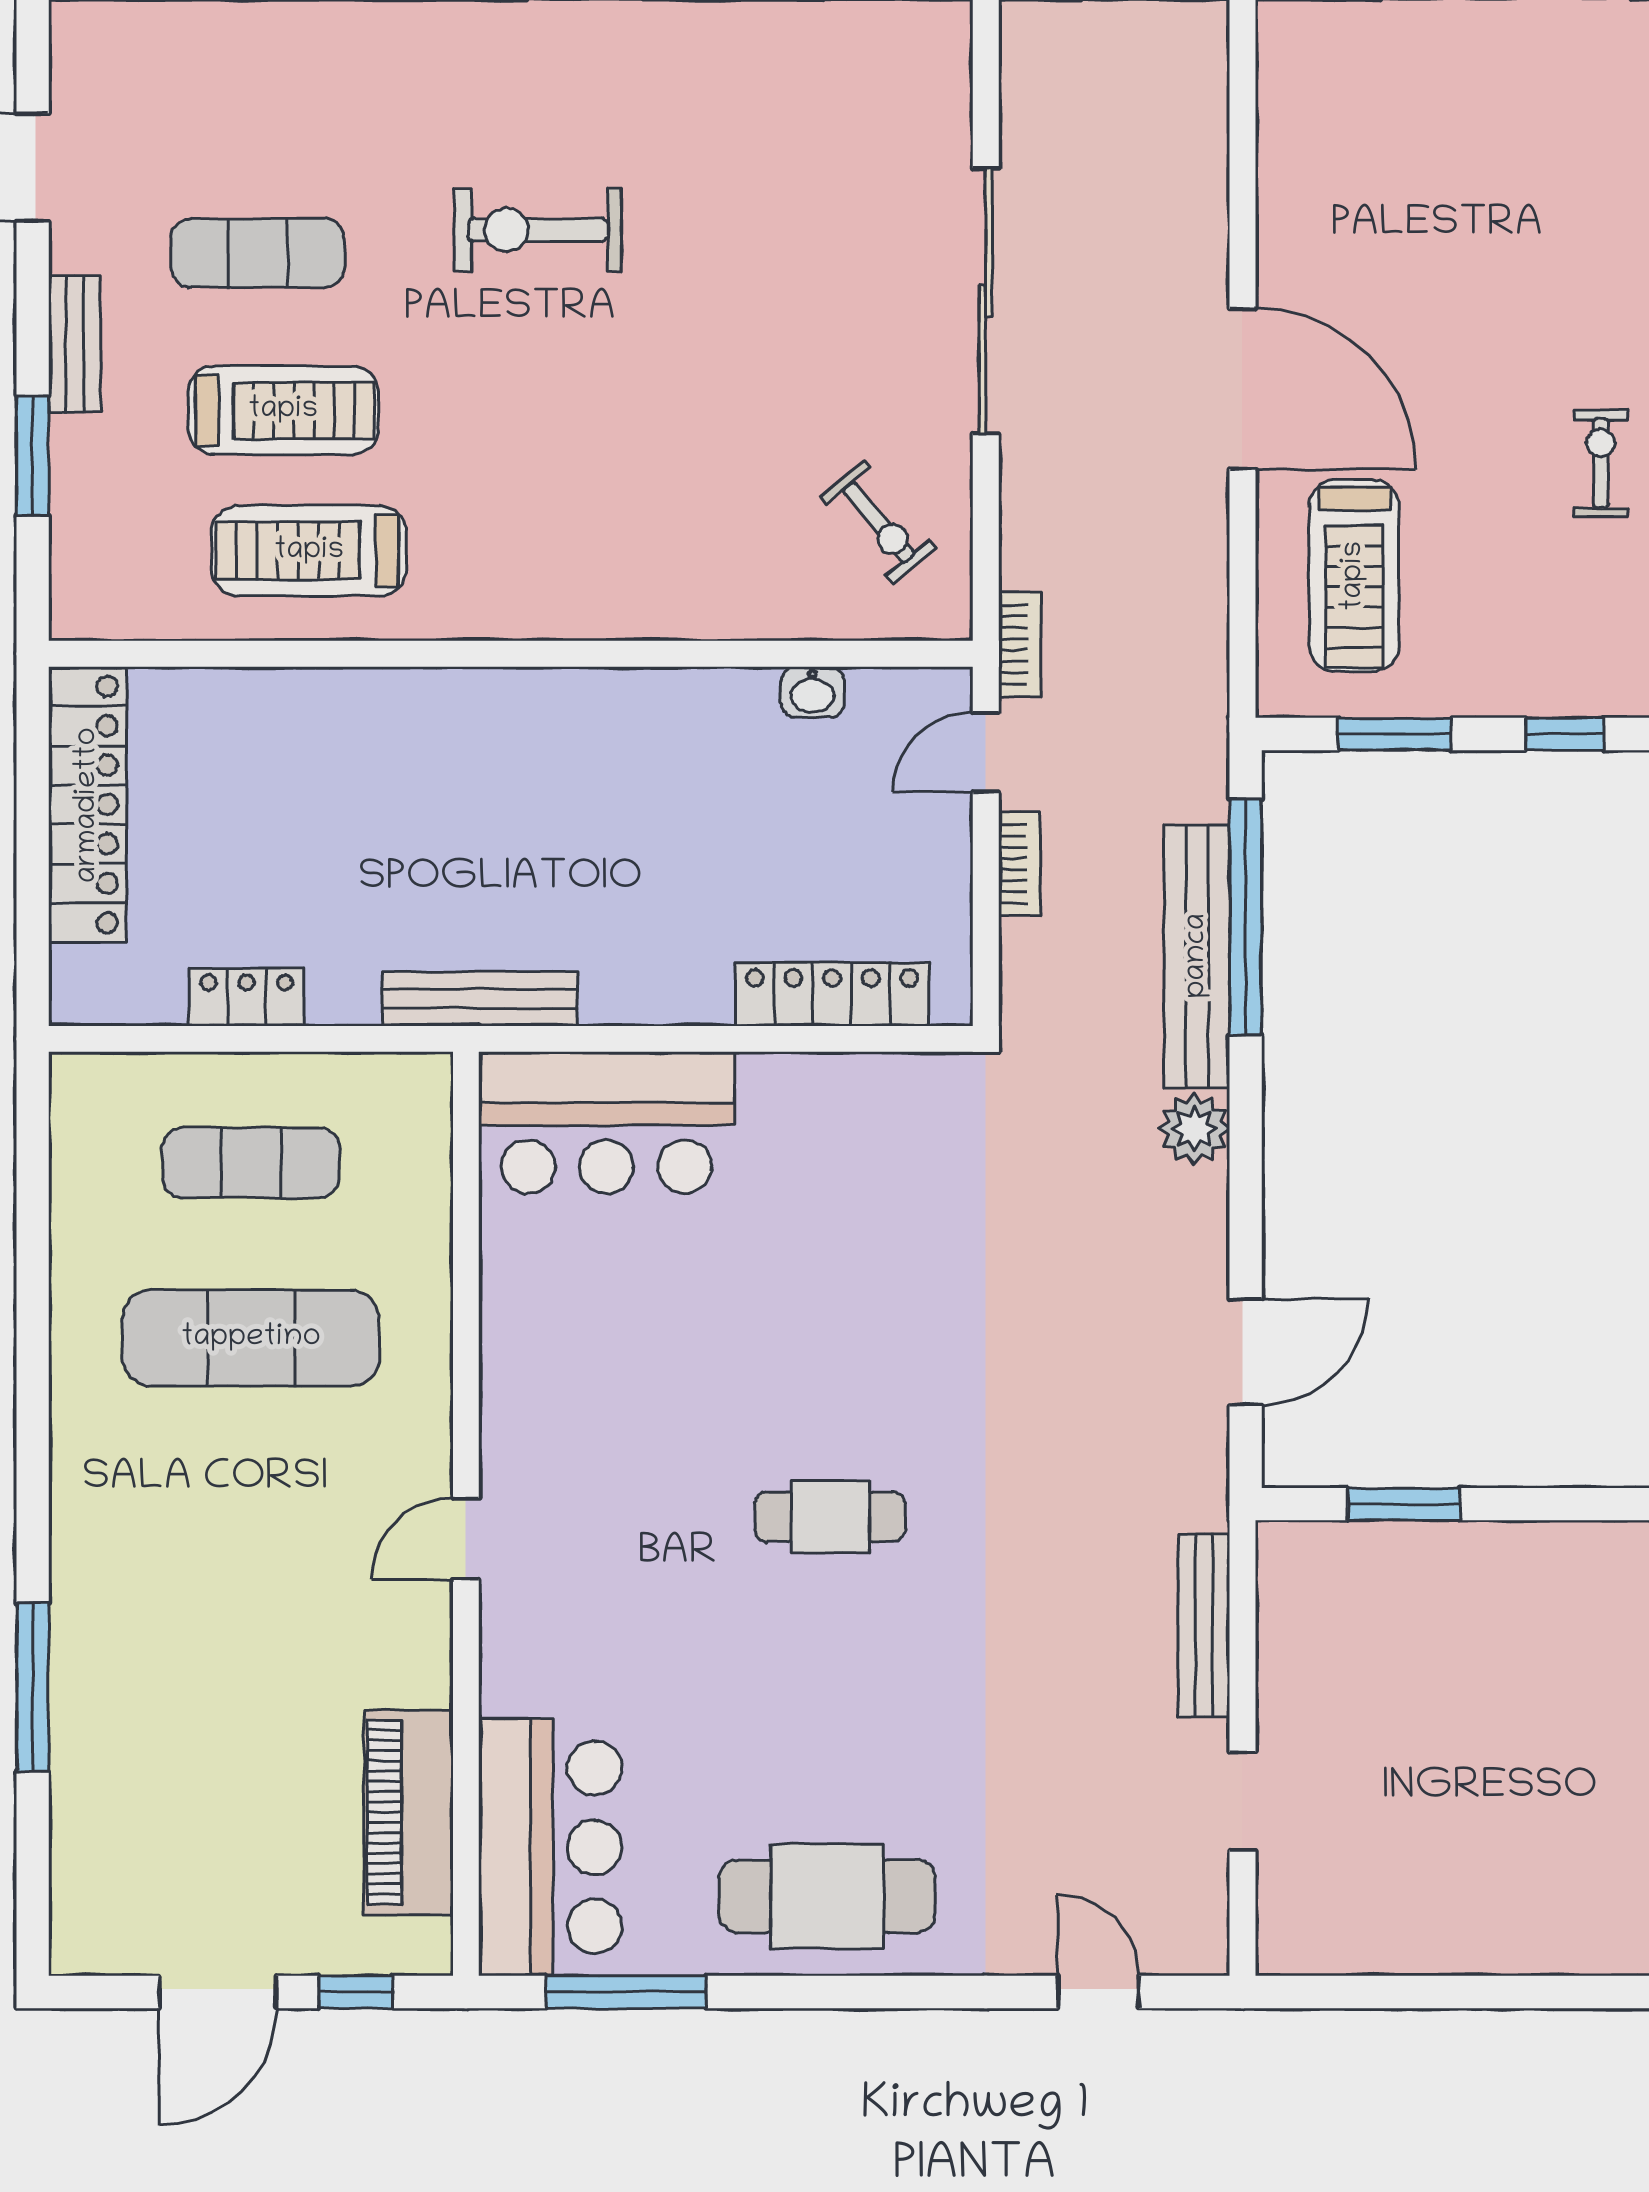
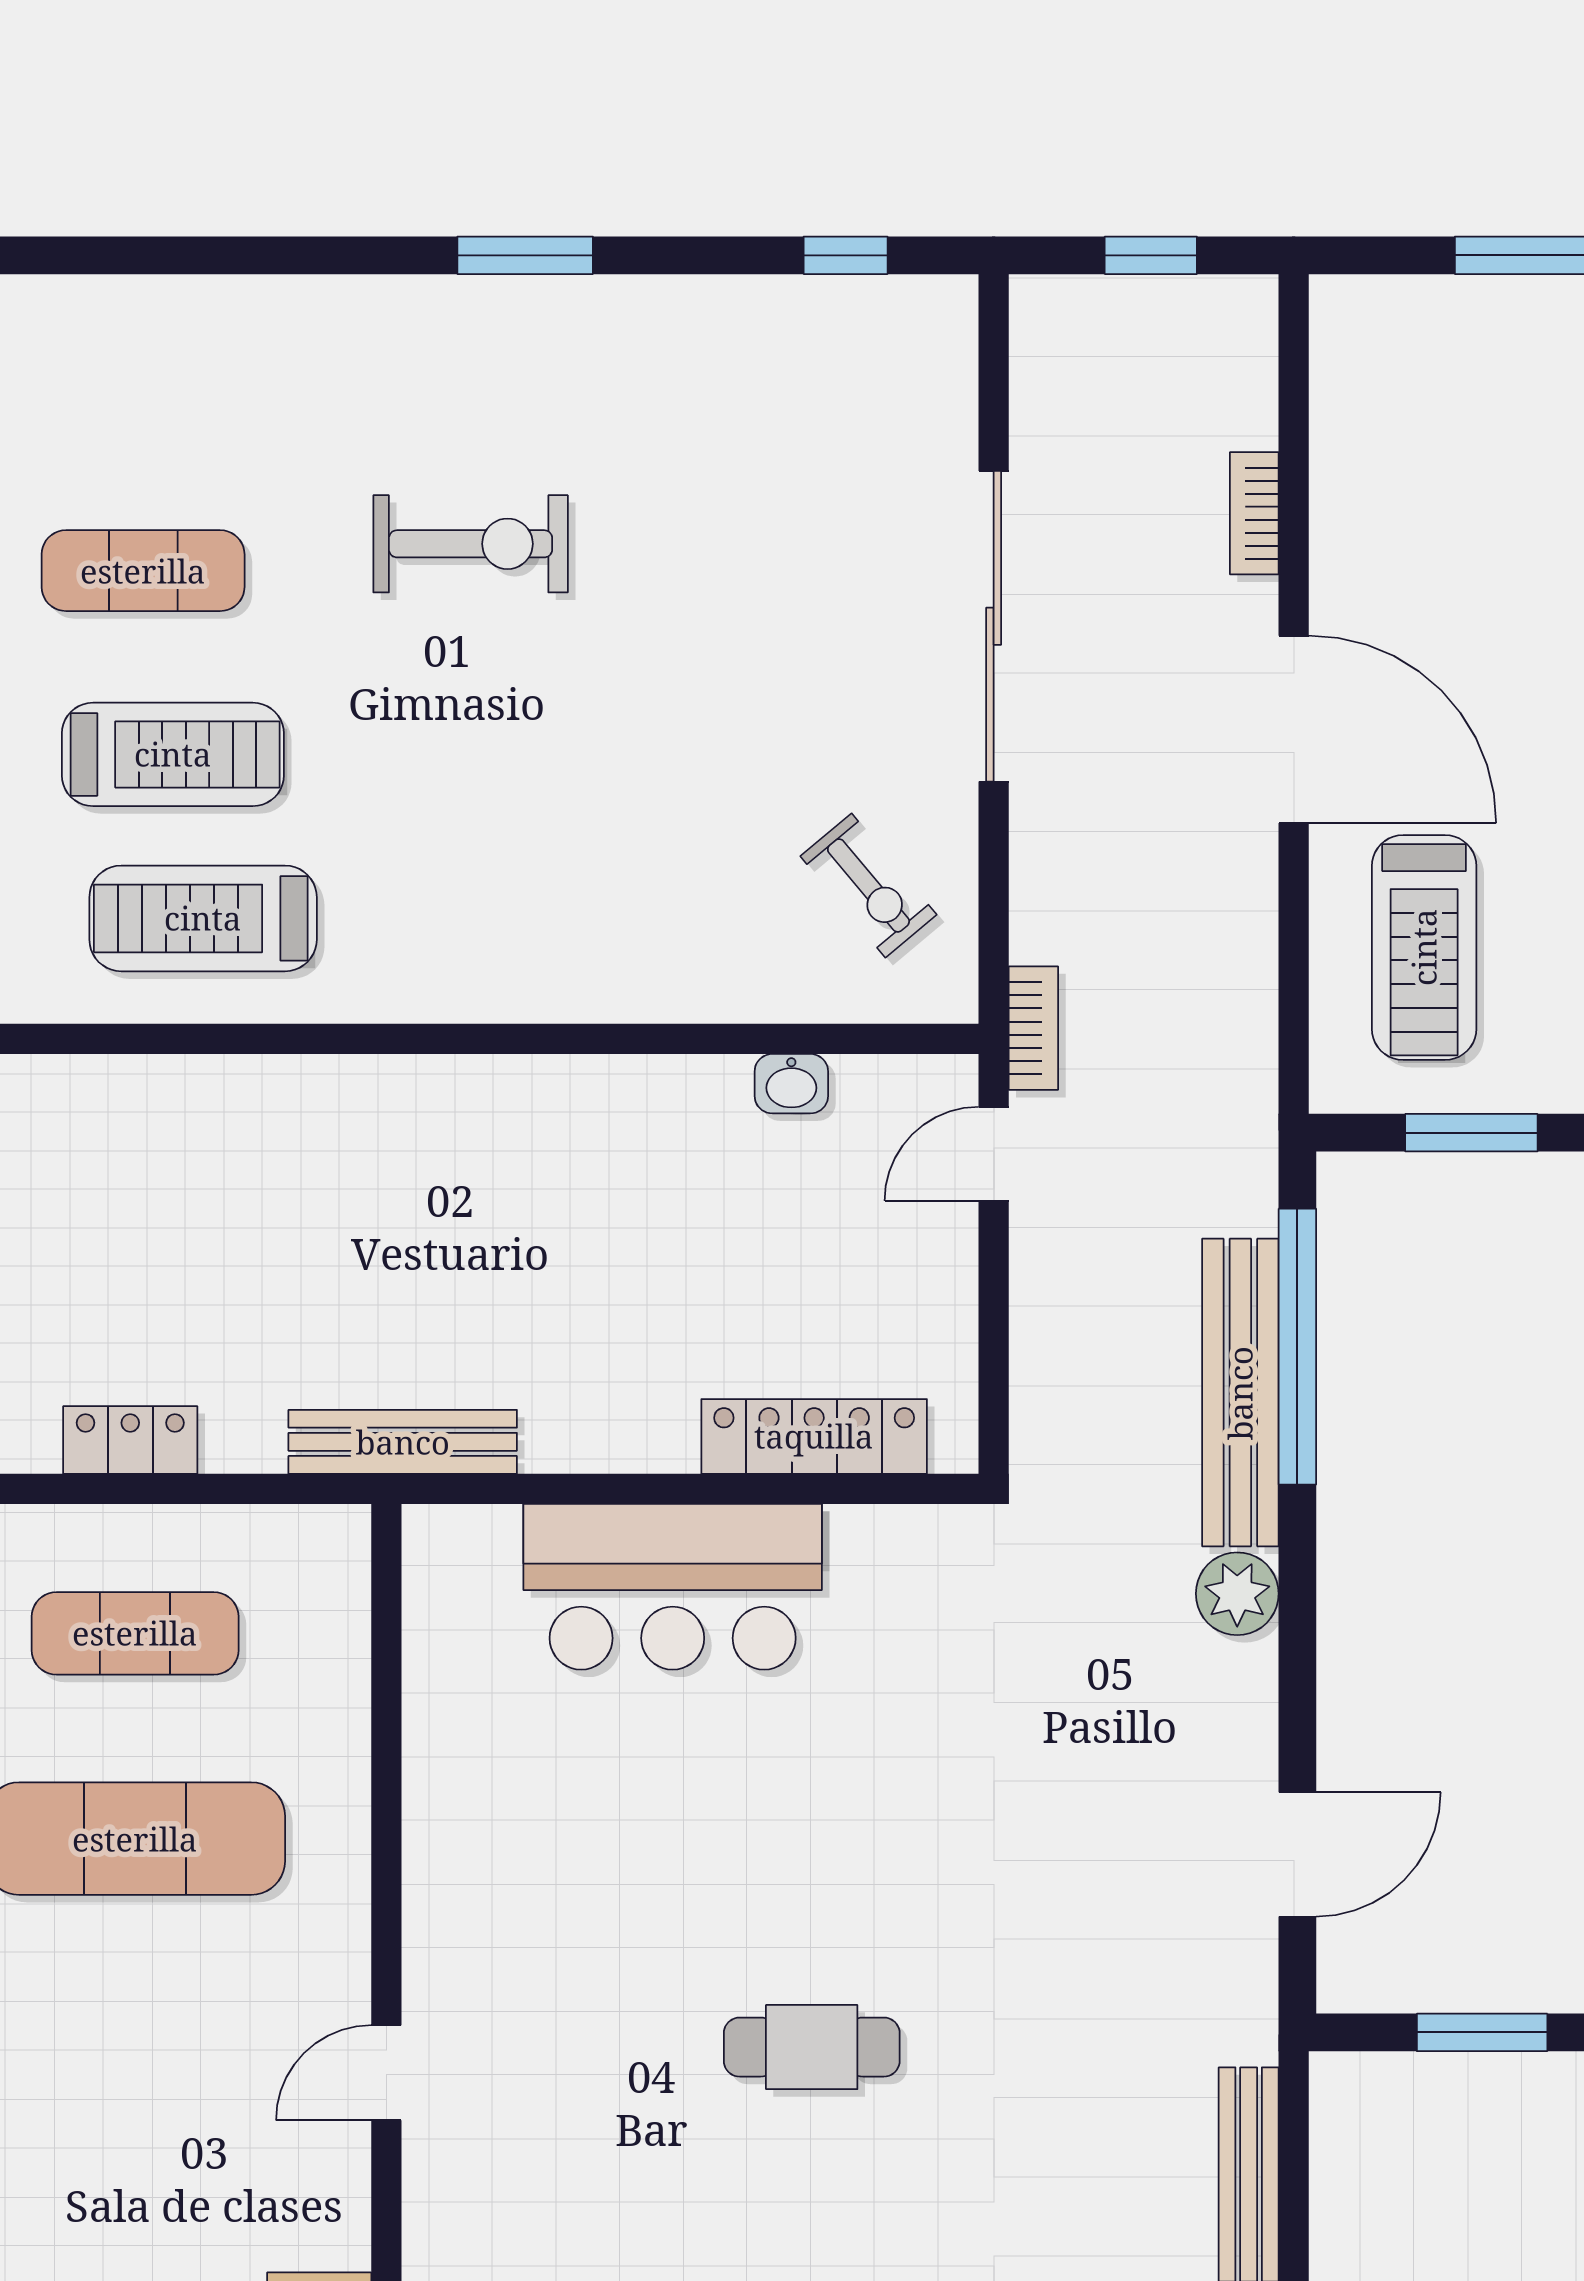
exercise bike: (538, 230) -> (471, 544), turned 180
bookcase: (1019, 864) -> (1254, 513), moved, turned 180
bar counter: (606, 1123) -> (673, 1587), moved

